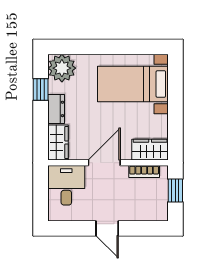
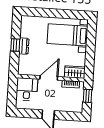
plant: (62, 68) -> (28, 24), removed
window: (41, 89) -> (15, 45), moved
wardrobe: (58, 143) -> (24, 65), removed

